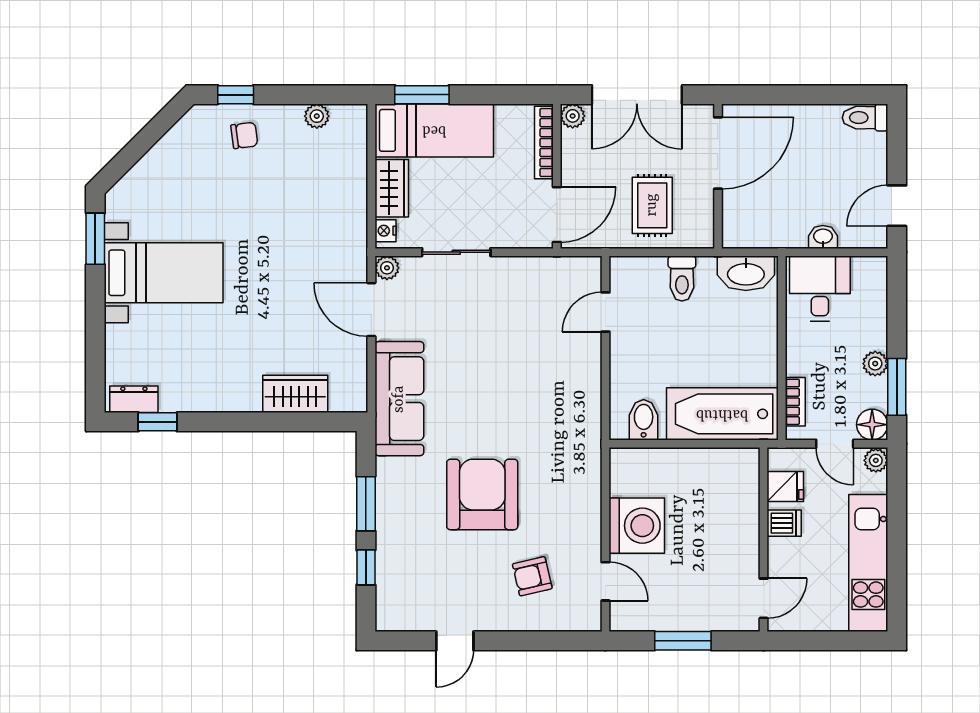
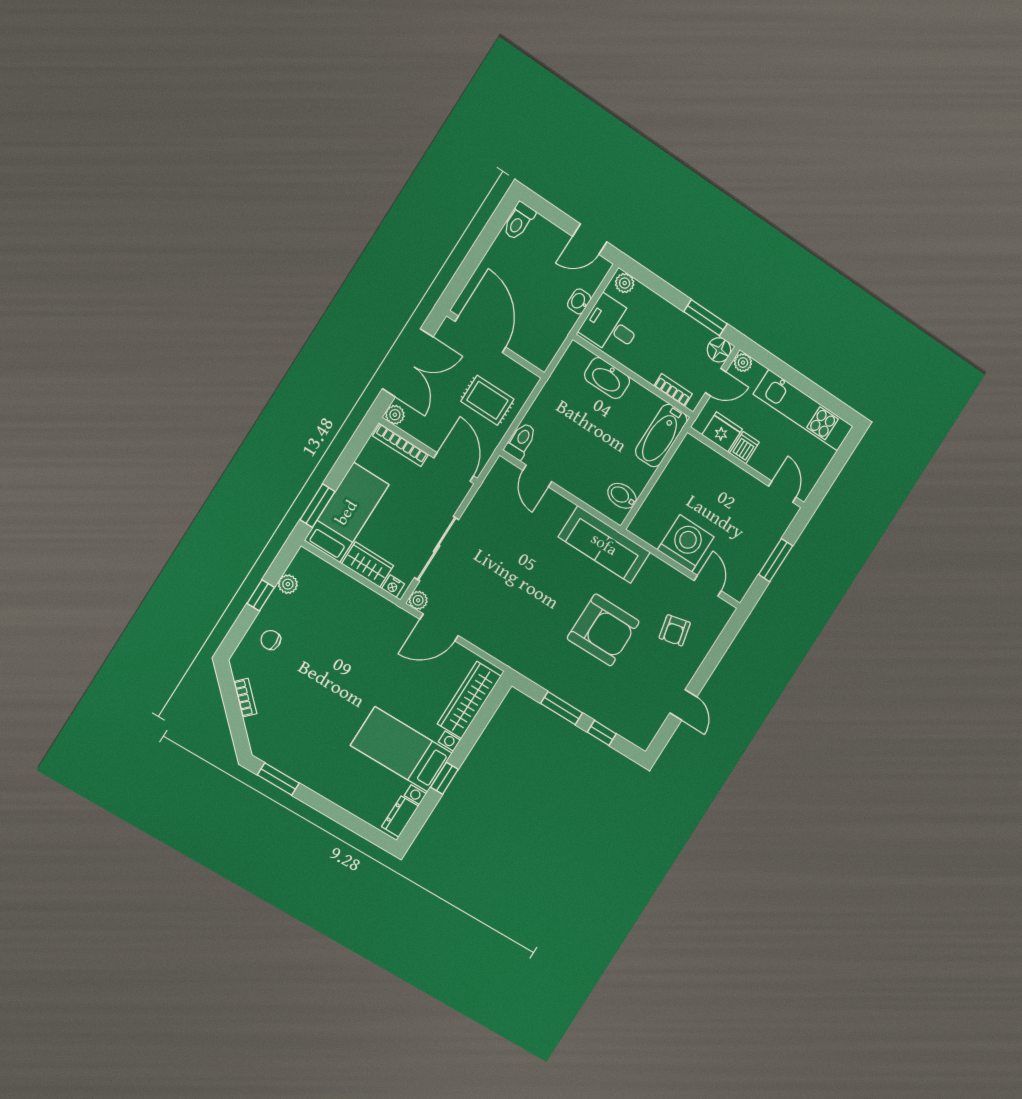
window: (236, 95) -> (261, 595), moved
chair: (244, 135) -> (271, 640), turned -83
bookcase: (164, 147) -> (245, 698), added
door: (897, 206) -> (590, 239), hinge flipped
sliding door: (456, 252) -> (437, 549), width x1.37
bed with nightstands: (164, 273) -> (401, 749), moved, turned -90
washbasin: (746, 273) -> (607, 378), moved, turned 90
toilet: (682, 278) -> (521, 441), moved, turned -90
plant: (875, 364) -> (625, 283), moved
wardrobe: (295, 394) -> (469, 700), width x1.50
sofa: (399, 399) -> (604, 545), moved, turned 180
bathtub: (722, 414) -> (661, 436), width x0.73, depth x0.73
window: (158, 422) -> (444, 778), moved
fridge: (785, 487) -> (722, 432), width x1.38
armchair: (482, 494) -> (603, 630), turned 180
door: (605, 581) -> (708, 586), hinge flipped

